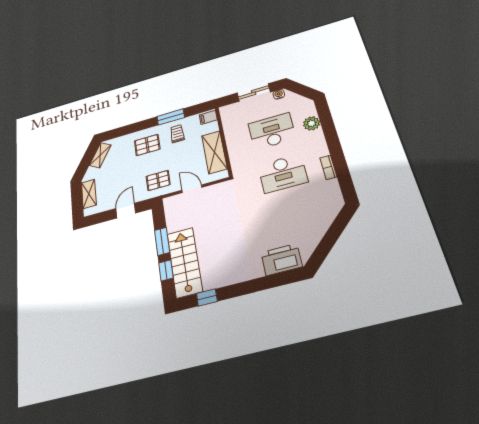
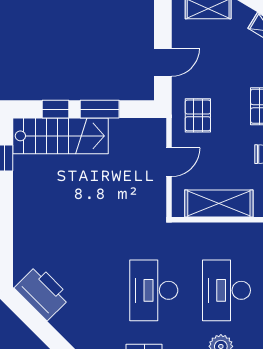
desk: (272, 131) -> (226, 290), turned 180
door: (126, 211) -> (163, 62), hinge flipped
printer: (281, 260) -> (43, 293), moved, turned -45

